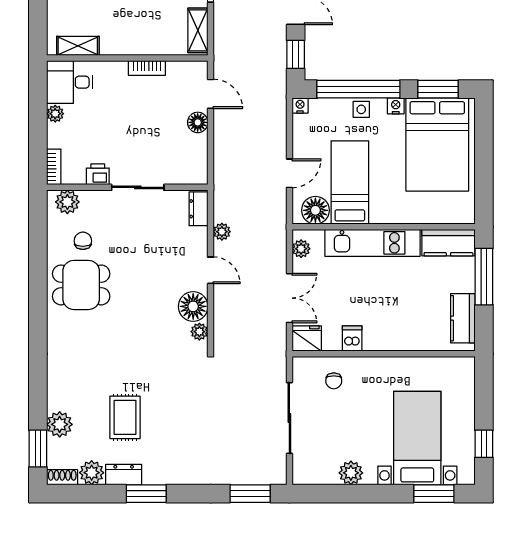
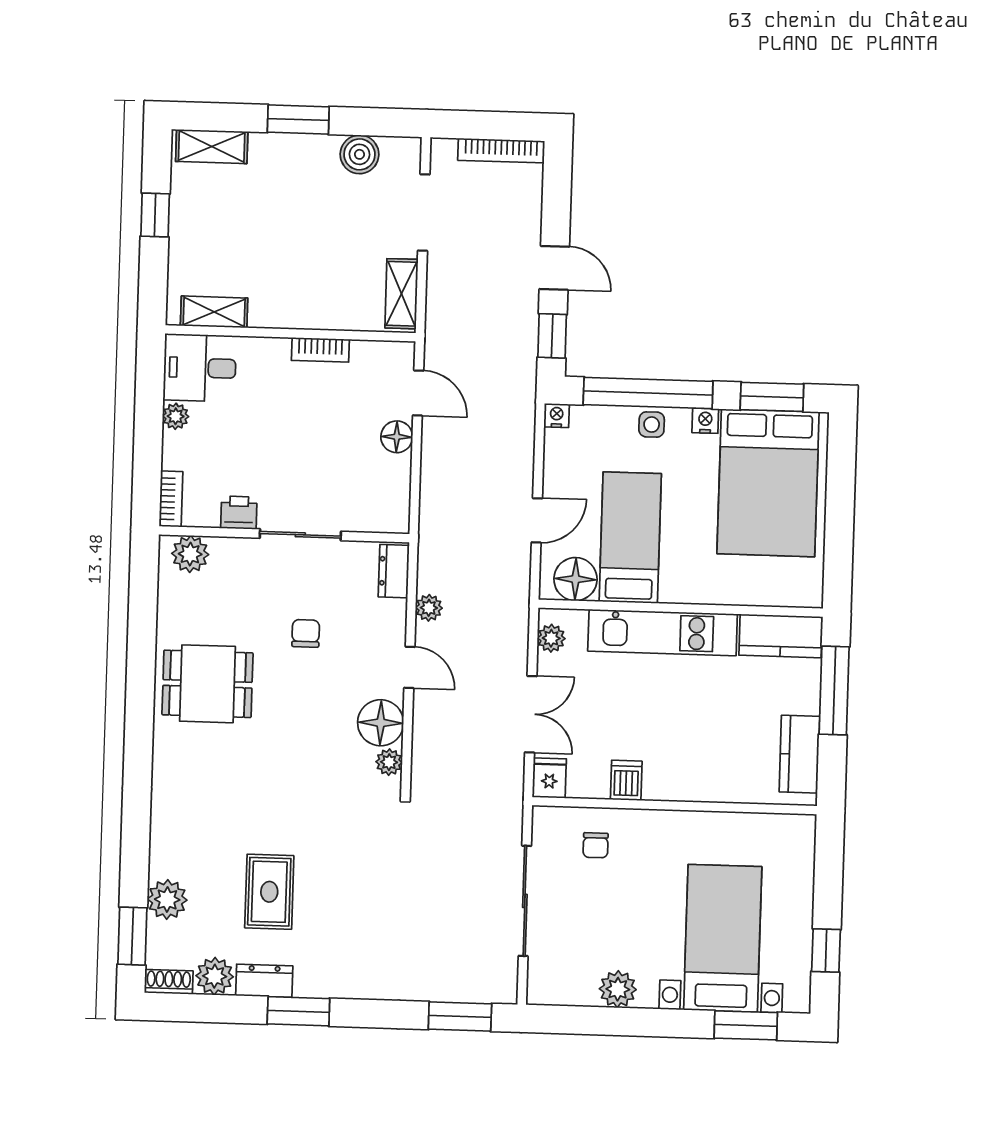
chair: (83, 241) -> (306, 633), moved
fridge: (307, 339) -> (549, 778), width x0.72

